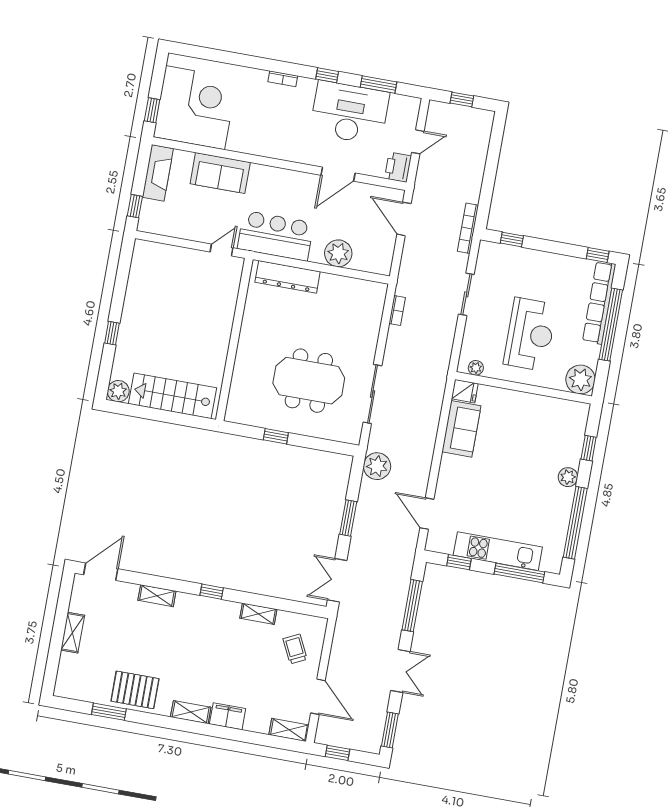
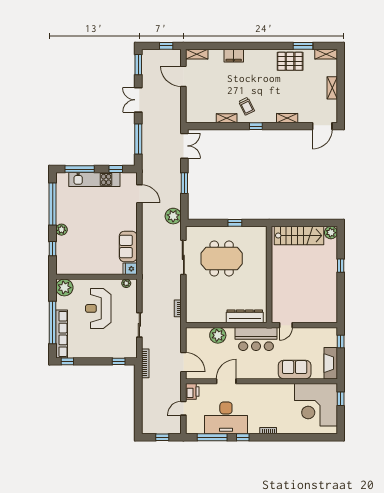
window: (379, 85) -> (212, 437), width x1.44
trolley: (295, 649) -> (247, 106), moved
shelving: (191, 712) -> (326, 54), moved

